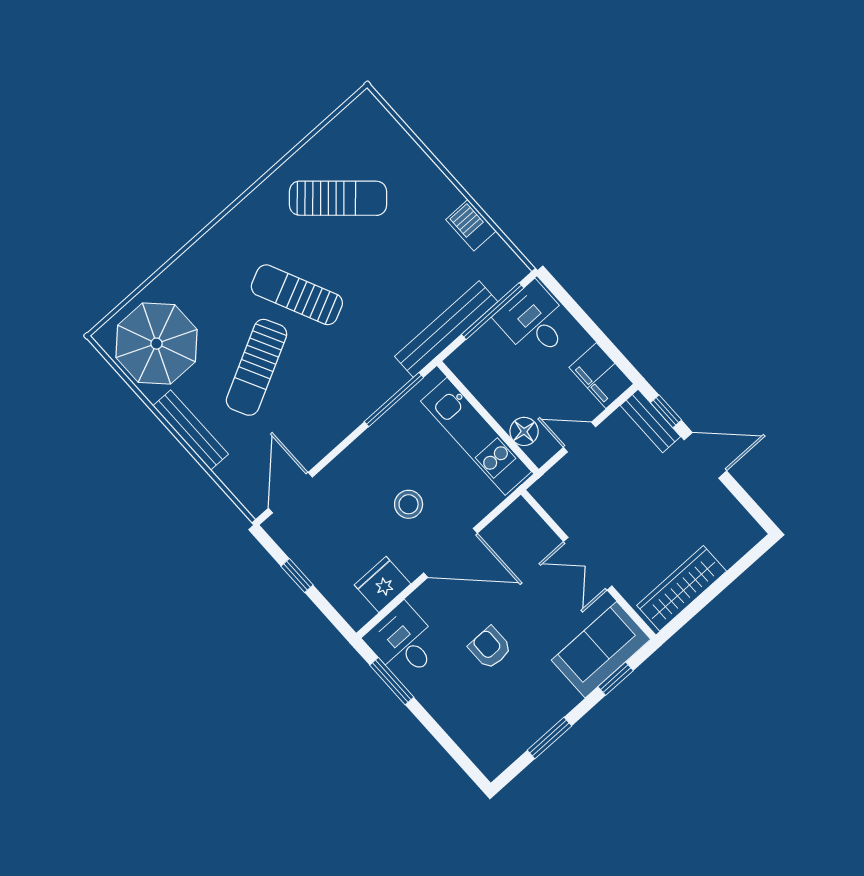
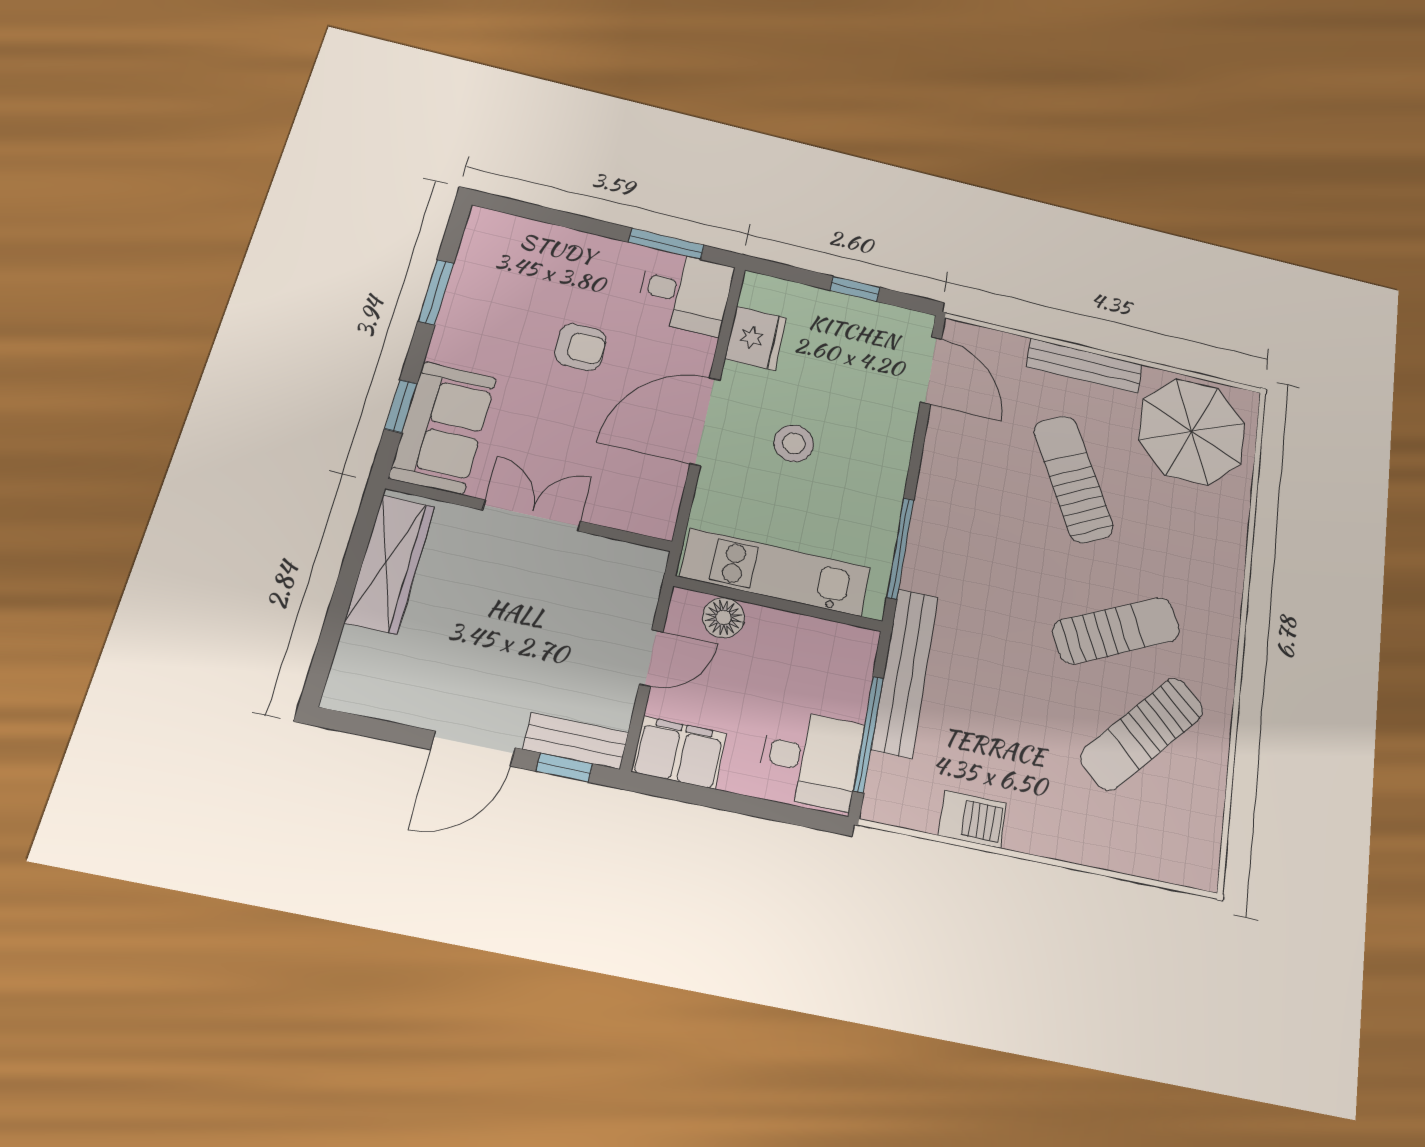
sun lounger: (297, 295) -> (1116, 630), moved

